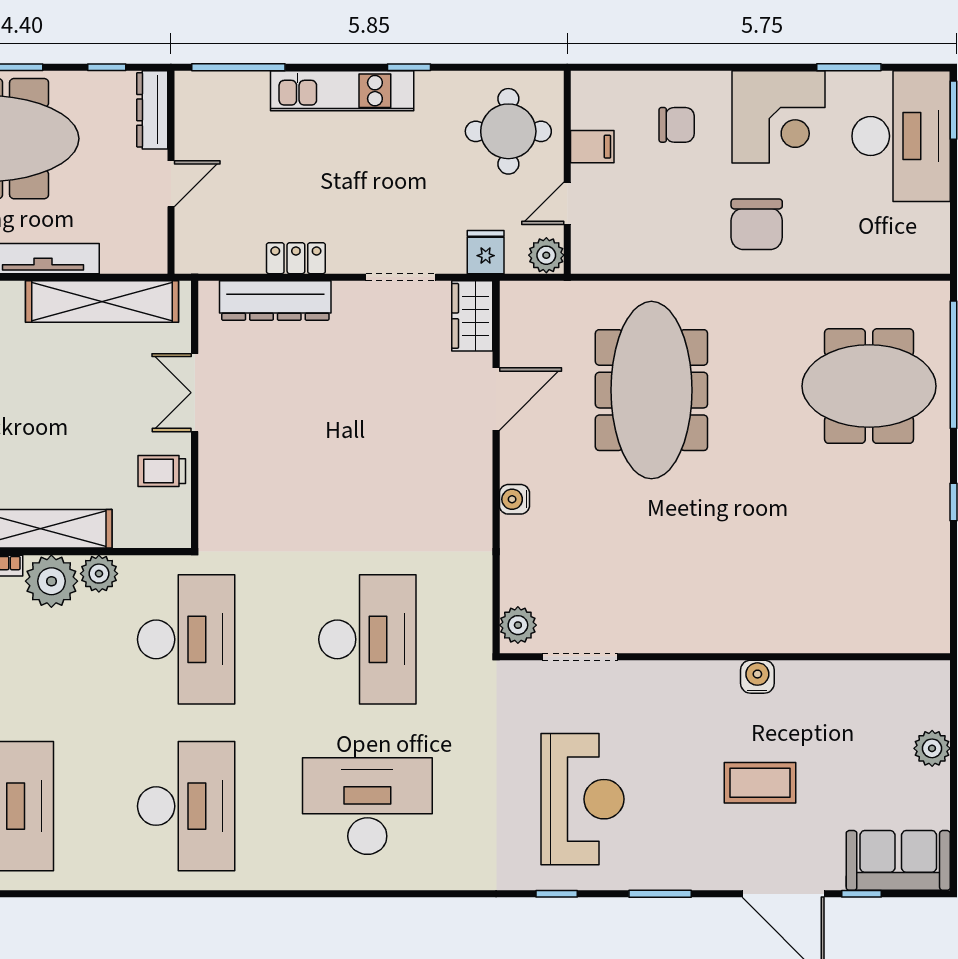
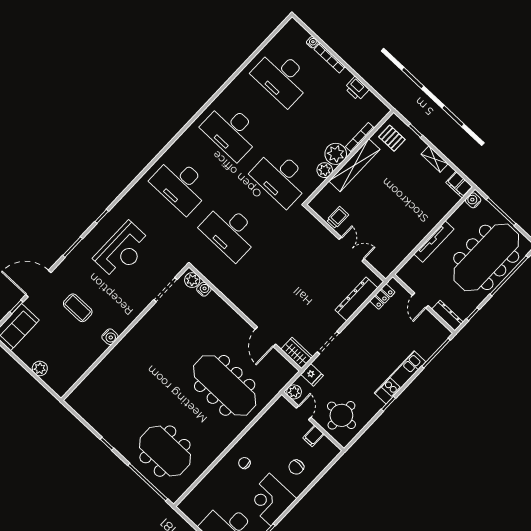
chair: (757, 224) -> (244, 463), width x0.54, depth x0.54
locker: (296, 258) -> (382, 297), moved
shelving: (102, 301) -> (405, 247), removed
meeting table: (869, 386) -> (165, 451), turned 90
water cooler: (514, 499) -> (204, 289), moved
coffee table: (760, 783) -> (78, 308), turned 90
reception desk: (582, 799) -> (123, 251), turned -90
desk: (367, 806) -> (181, 185), turned 90

